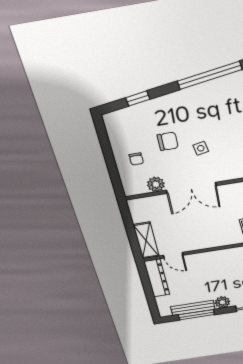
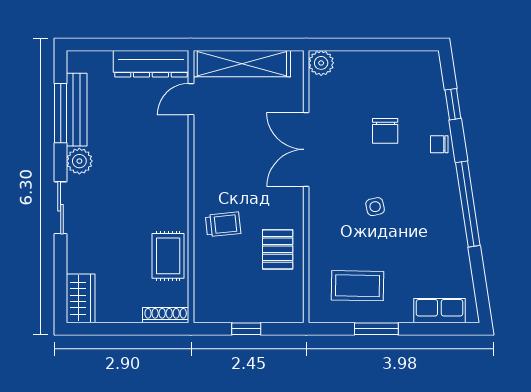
side table: (201, 148) -> (375, 207), moved
chair: (136, 159) -> (439, 144), moved
plant: (156, 184) -> (321, 63), moved
shelving: (146, 241) -> (242, 64), width x1.47

